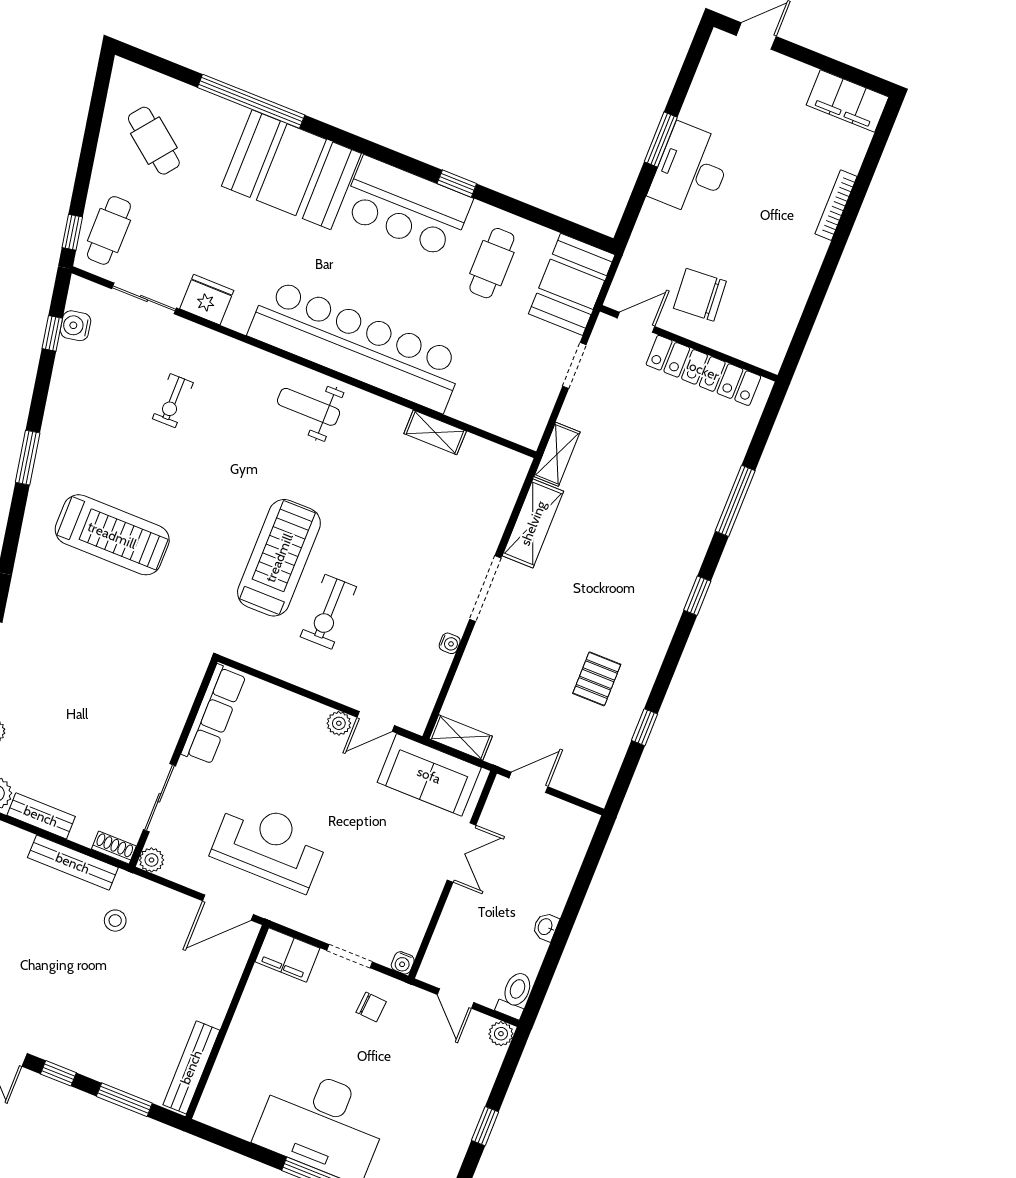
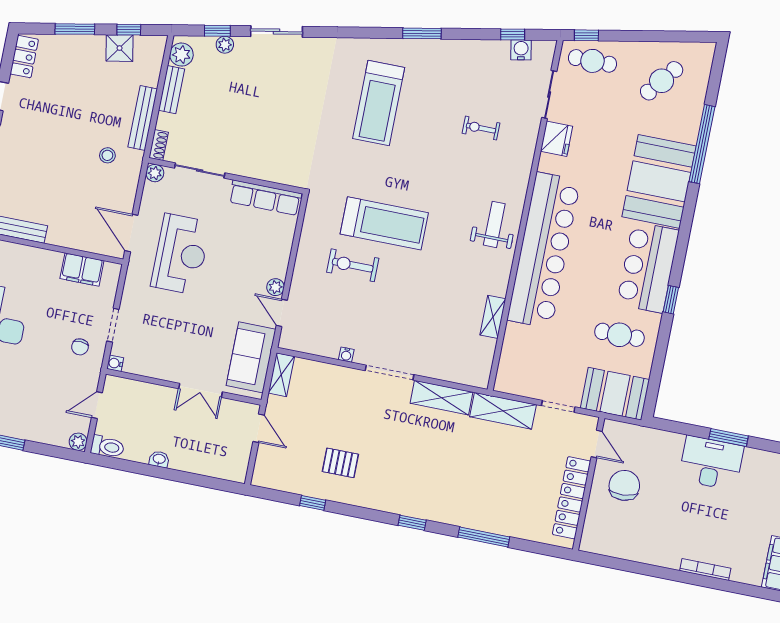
shelving: (557, 454) -> (503, 411), width x1.50, depth x1.33
filing cabinet: (287, 955) -> (82, 270), moved, turned -90

